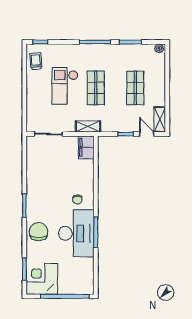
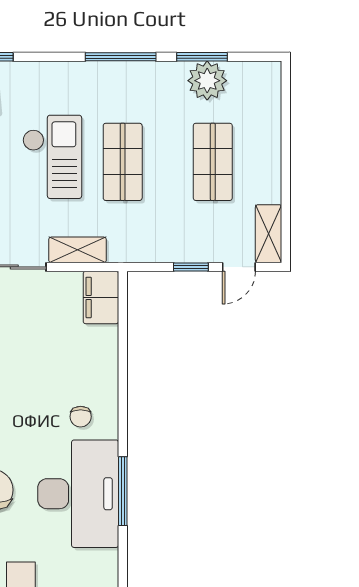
plant: (159, 48) -> (207, 81), moved, width x1.88, depth x1.88
checkout: (65, 86) -> (52, 157), turned 180
shelving: (88, 127) -> (77, 250), moved
door: (147, 134) -> (239, 267), swing flipped

